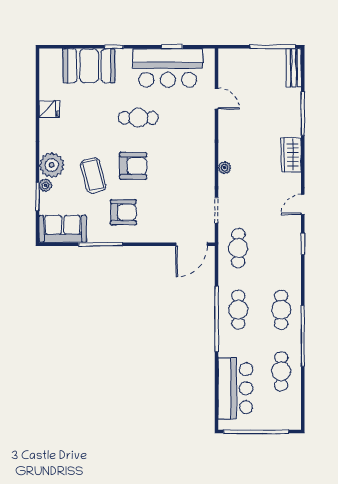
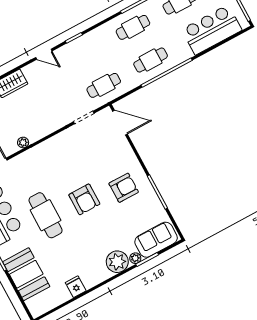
cafe table: (138, 118) -> (46, 215), width x1.37, depth x1.35
armchair: (133, 166) -> (84, 199), turned 180
plant: (225, 168) -> (23, 142), moved
coffee table: (93, 175) -> (108, 226), removed
armchair: (123, 212) -> (124, 188), turned 90
sofa: (63, 229) -> (156, 240), moved, turned 90

